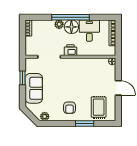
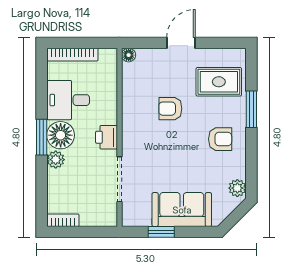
window: (71, 17) -> (42, 137), width x0.47
armchair: (85, 82) -> (170, 109), added

